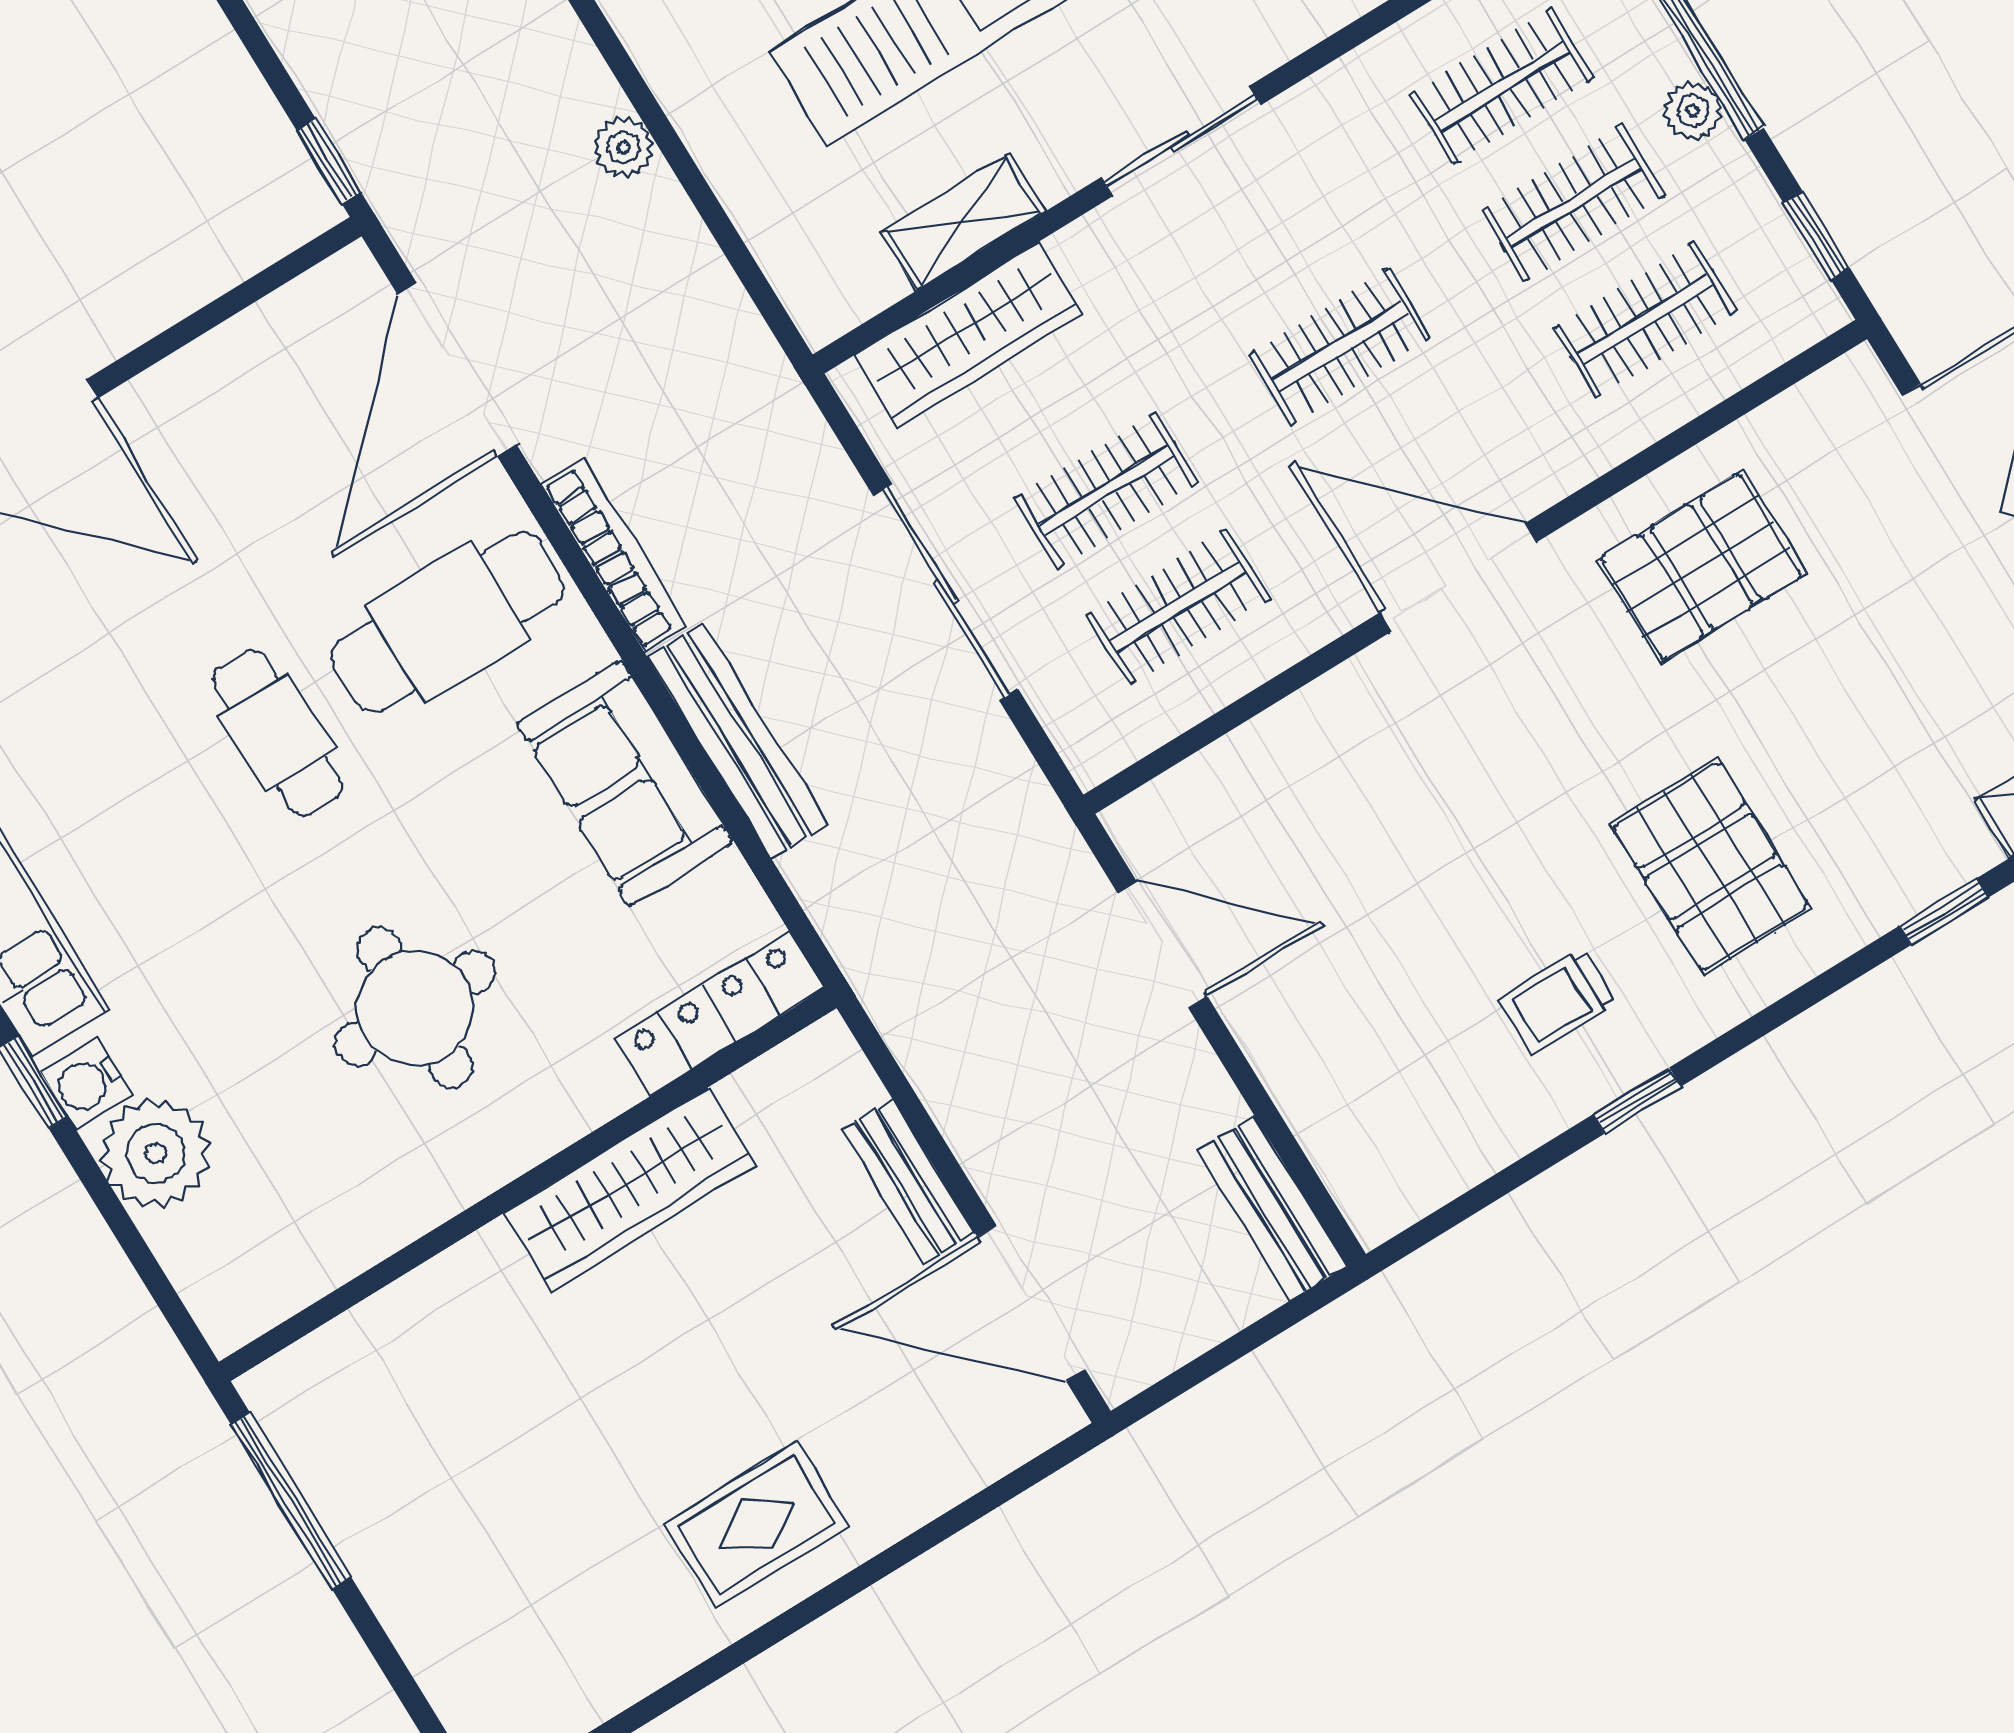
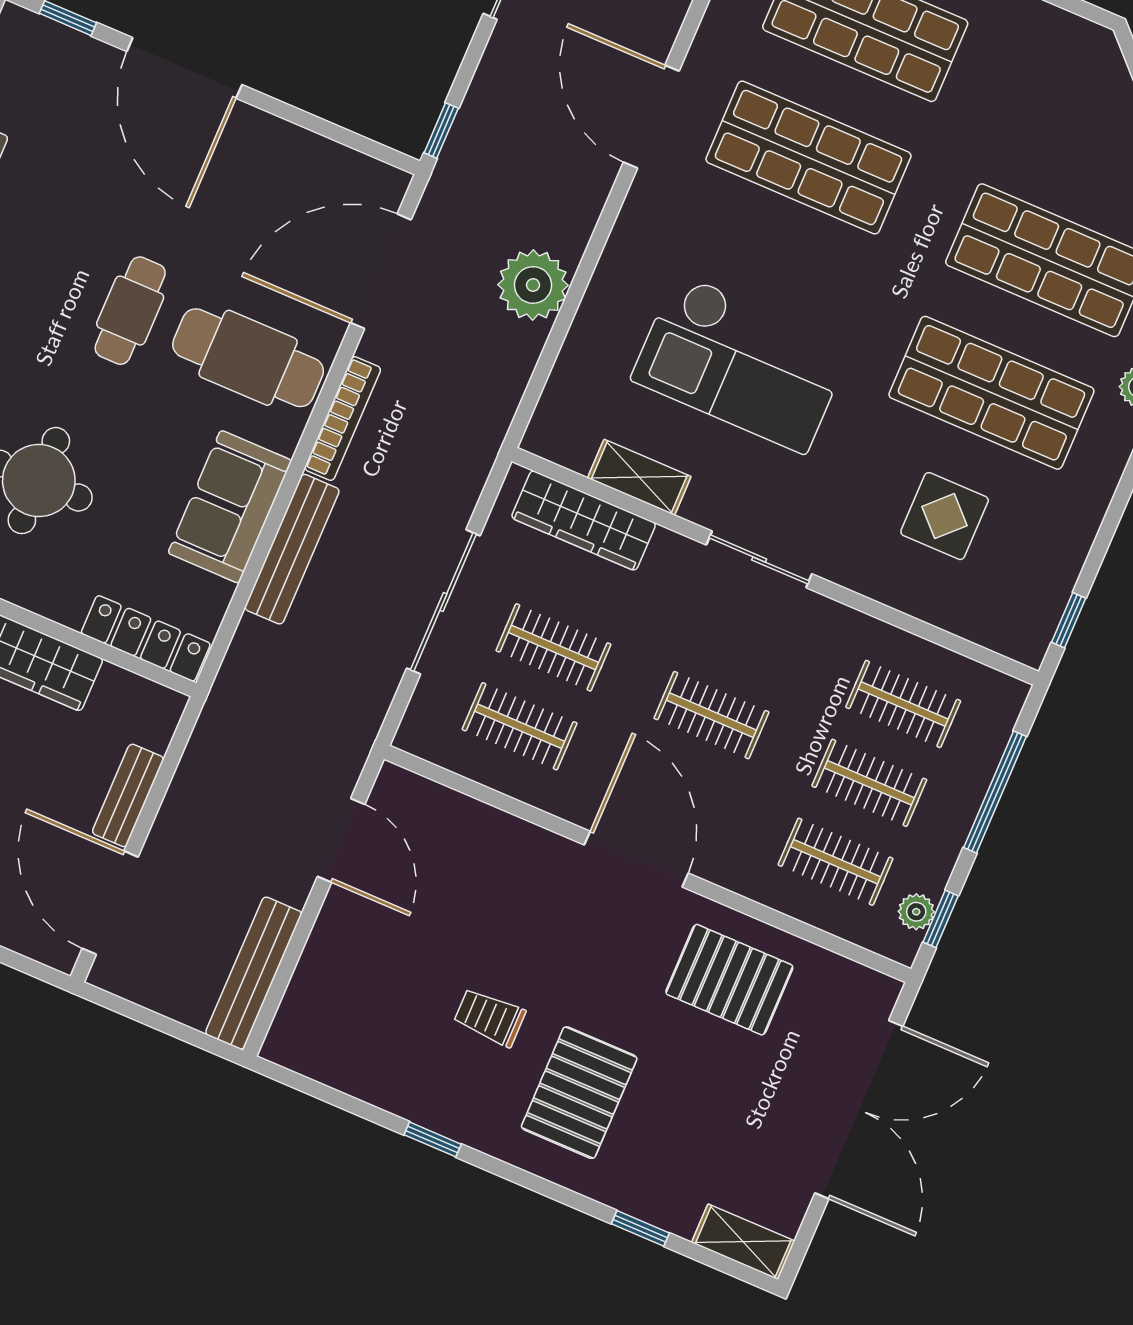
plant: (1693, 111) -> (916, 912), moved
plant: (623, 147) -> (533, 285), width x1.87, depth x1.87
trolley: (1557, 1002) -> (490, 1017), moved
bench: (1272, 1208) -> (254, 973), width x1.36

